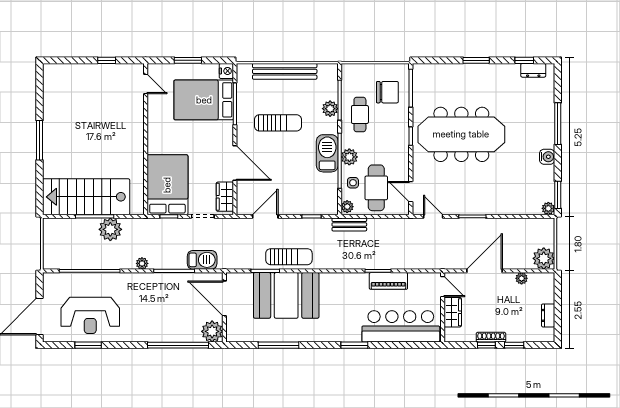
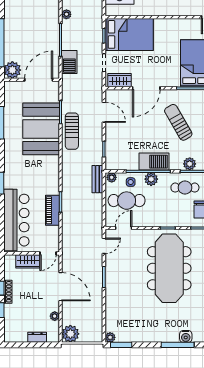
sun lounger: (278, 123) -> (178, 122), turned 150
water cooler: (547, 157) -> (186, 336), moved
dresser: (548, 315) -> (37, 337), moved

